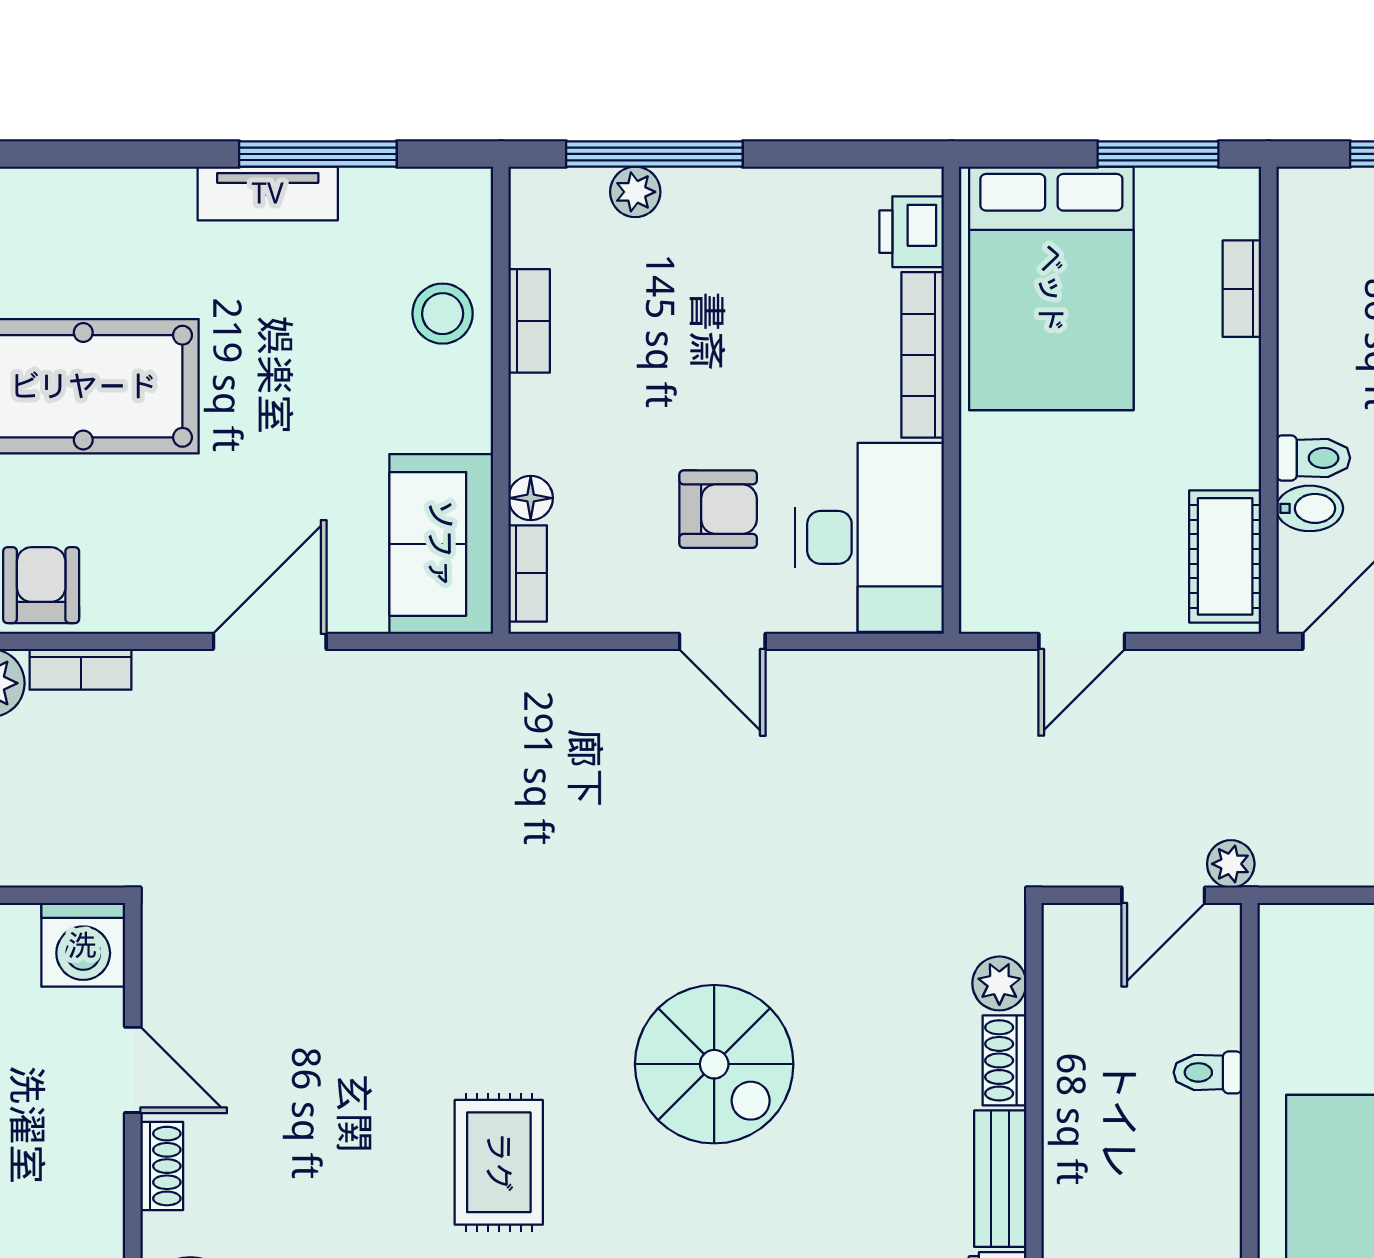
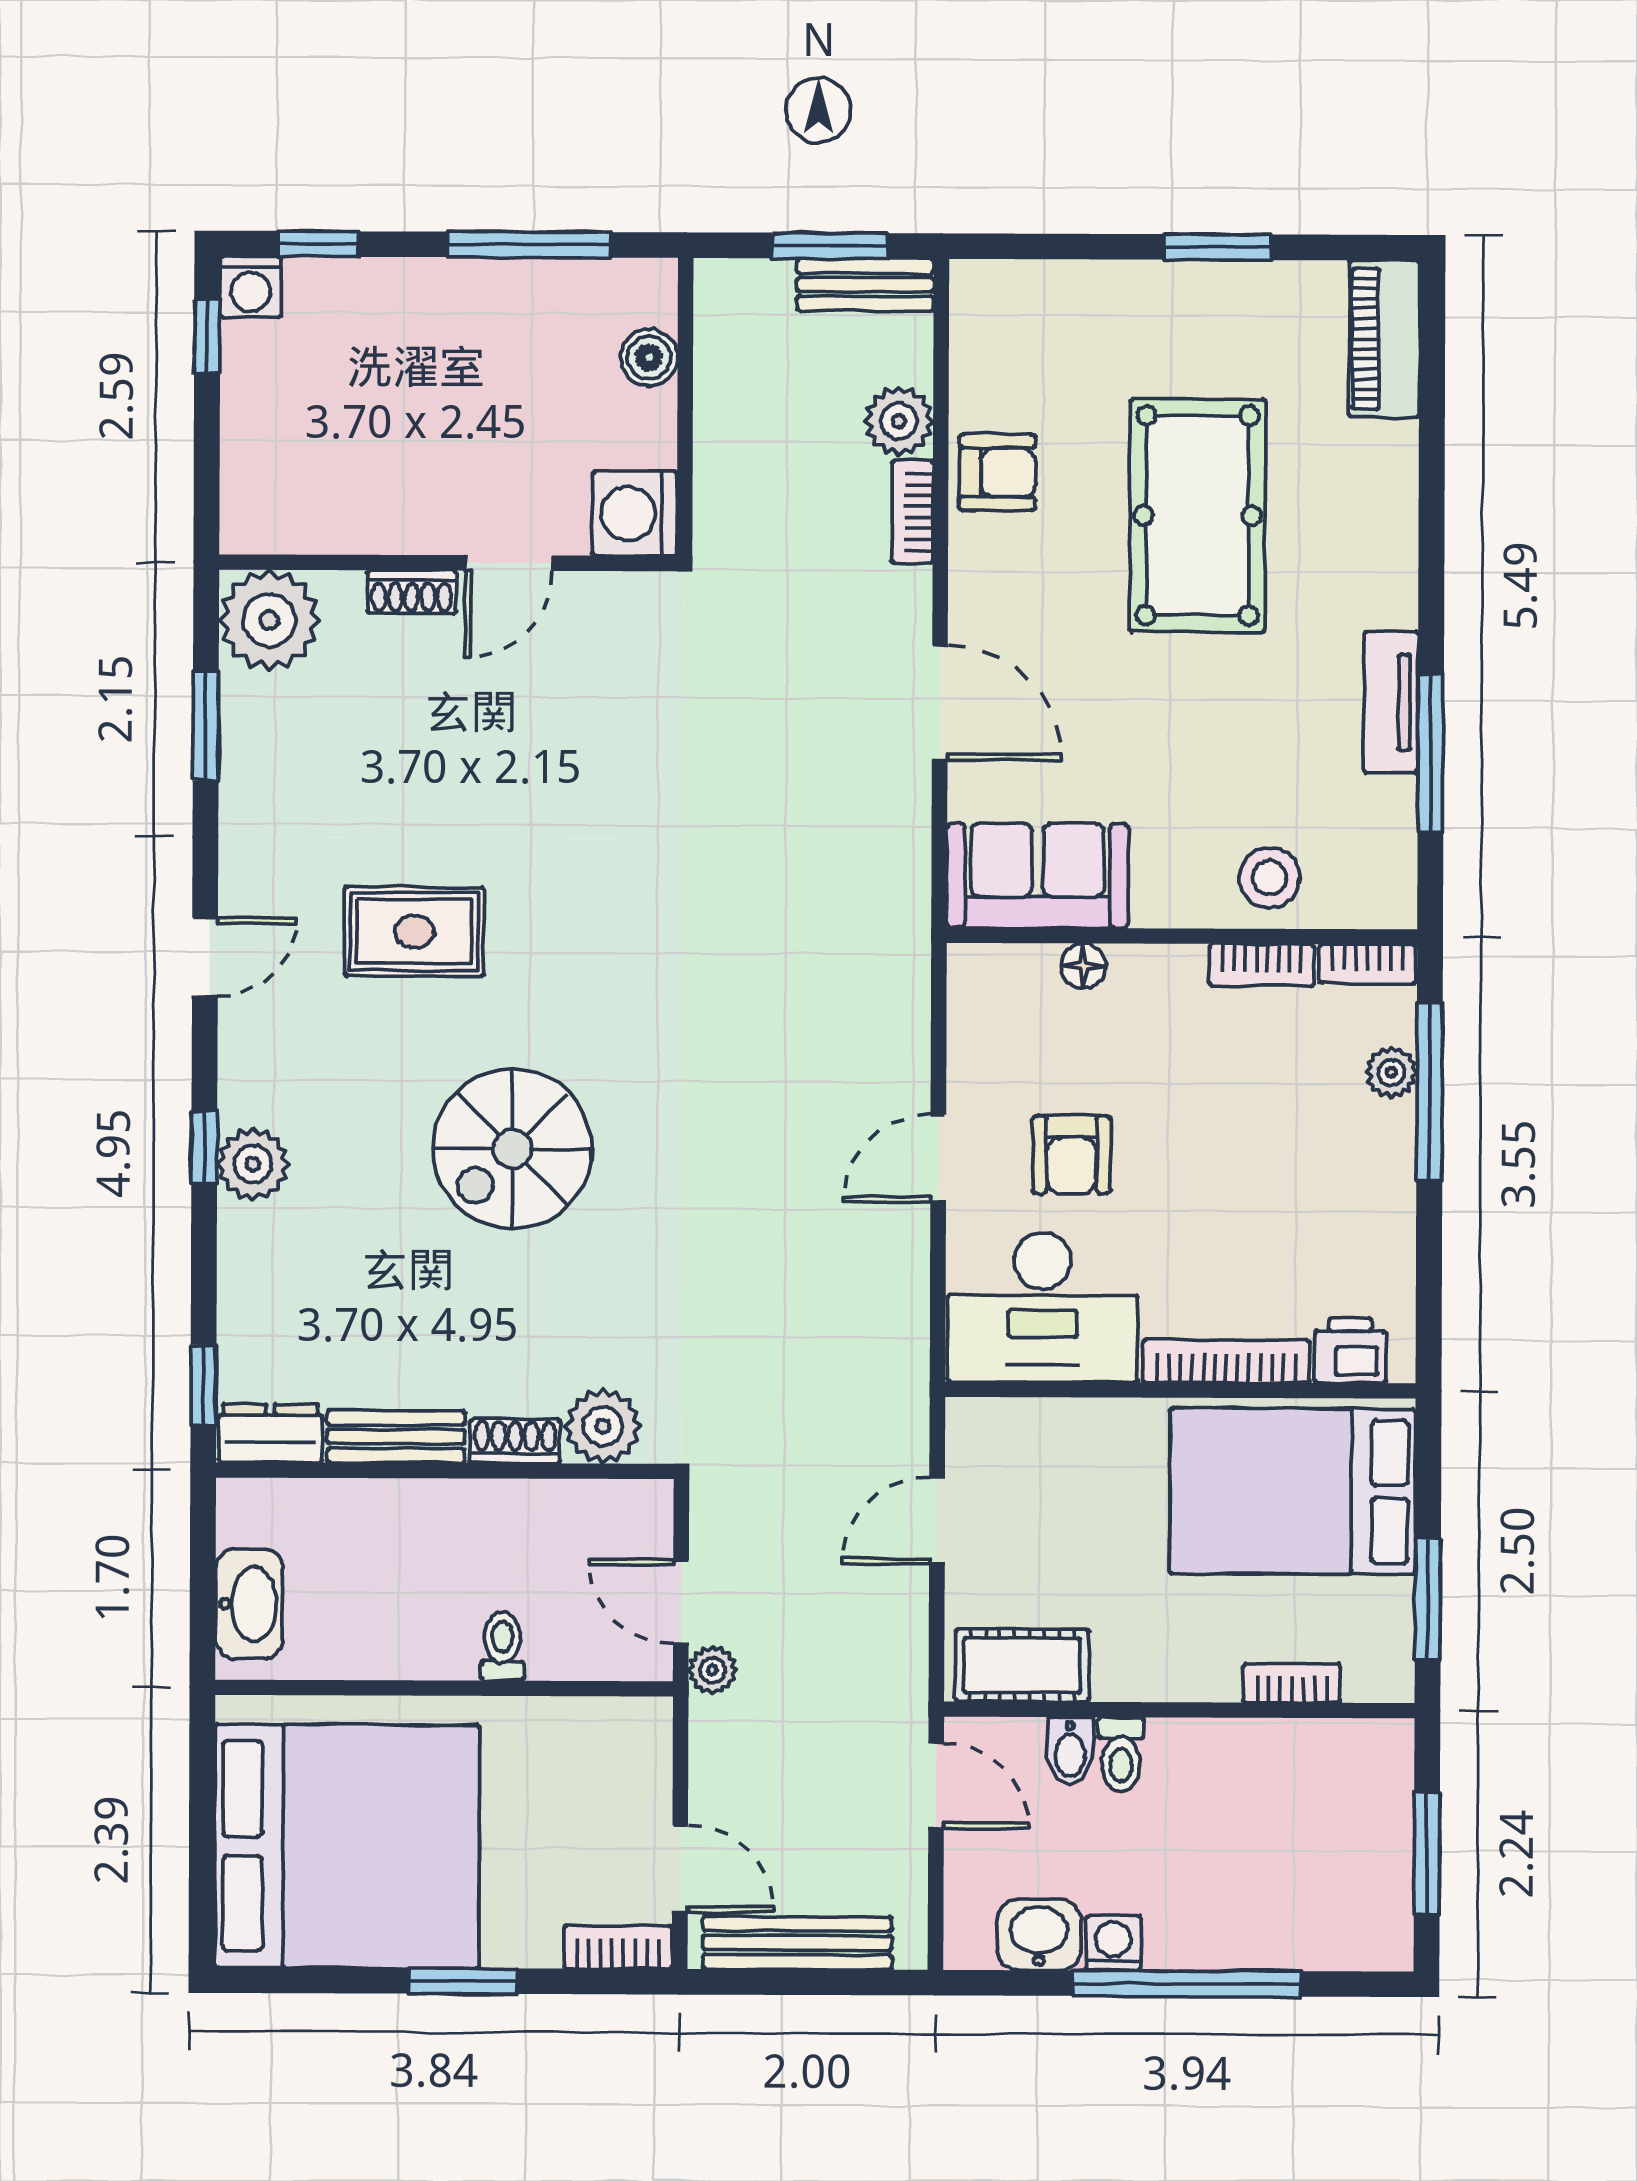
bookcase: (528, 573) -> (1368, 964), moved
door: (1082, 641) -> (937, 1521), hinge flipped
plant: (999, 983) -> (603, 1426), width x1.38, depth x1.38

